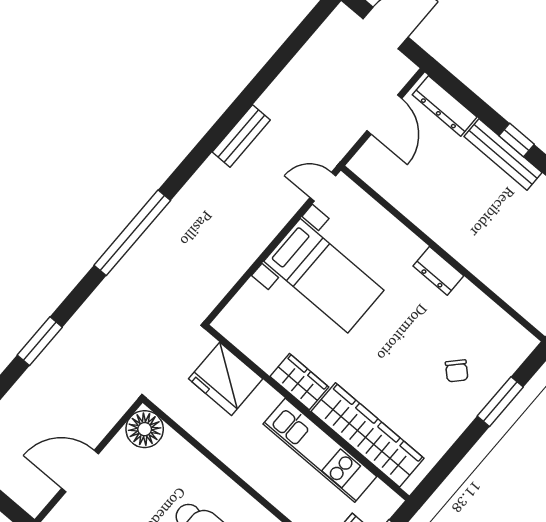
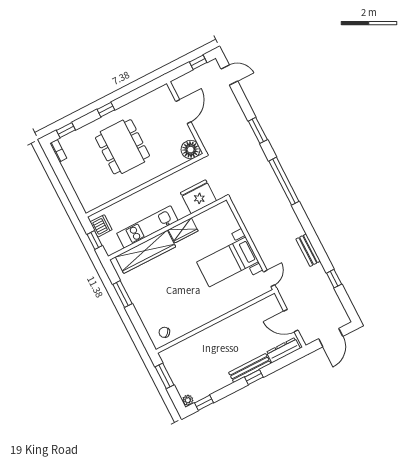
window: (274, 67) -> (334, 279), added
dresser: (438, 271) -> (208, 316), removed
window: (40, 341) -> (258, 130), moved
chair: (457, 371) -> (164, 332), moved
window: (500, 402) -> (122, 294), moved

